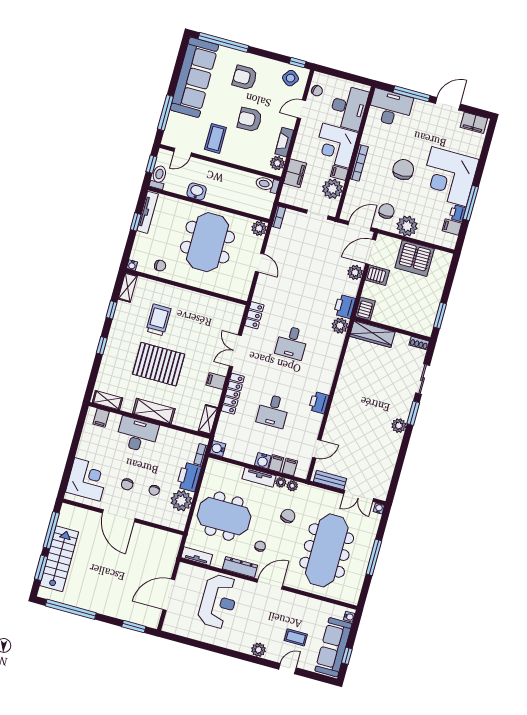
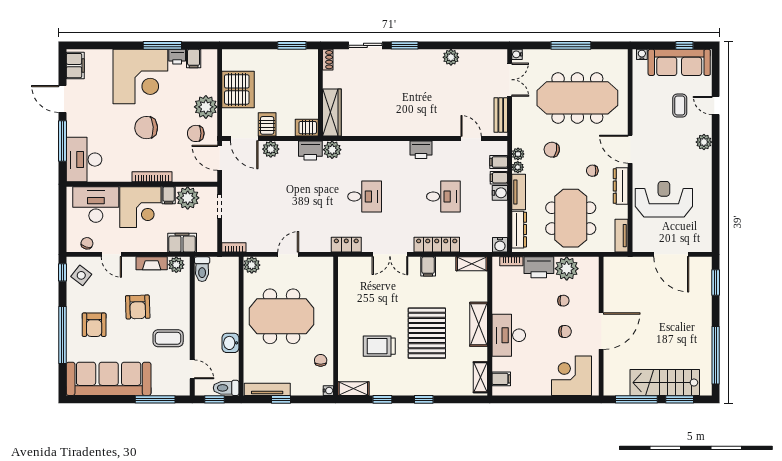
window: (223, 42) -> (63, 335), moved
plant: (399, 426) -> (451, 57), moved
dresser: (226, 469) -> (519, 230), added

